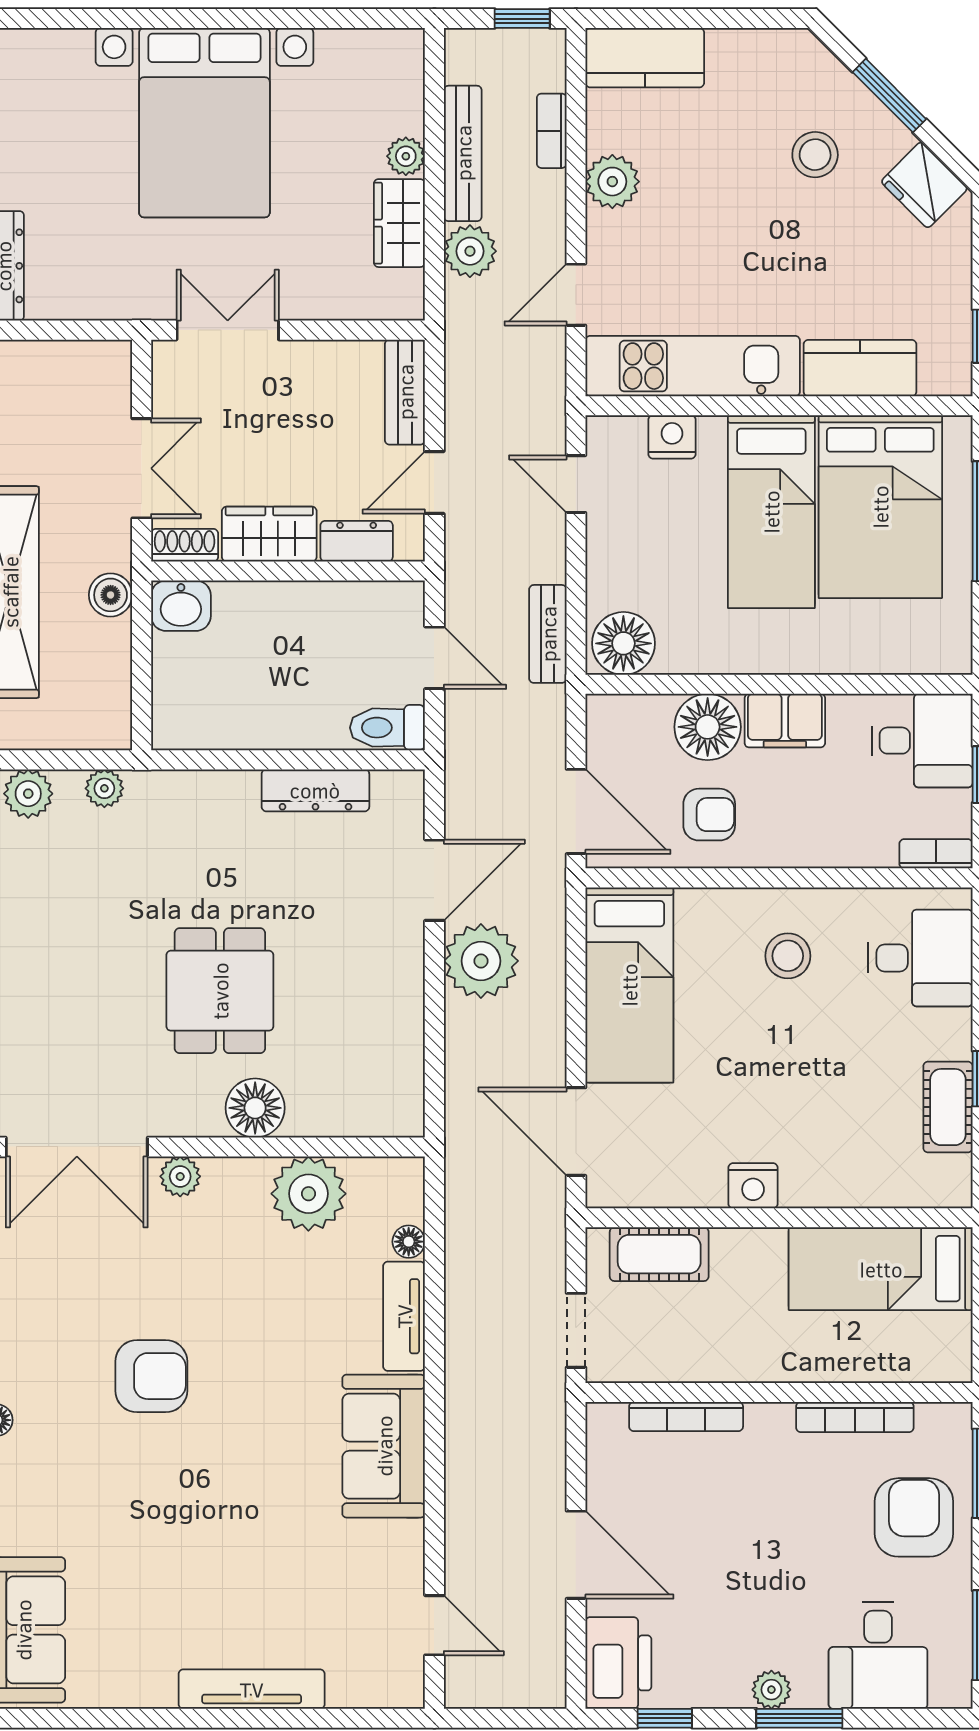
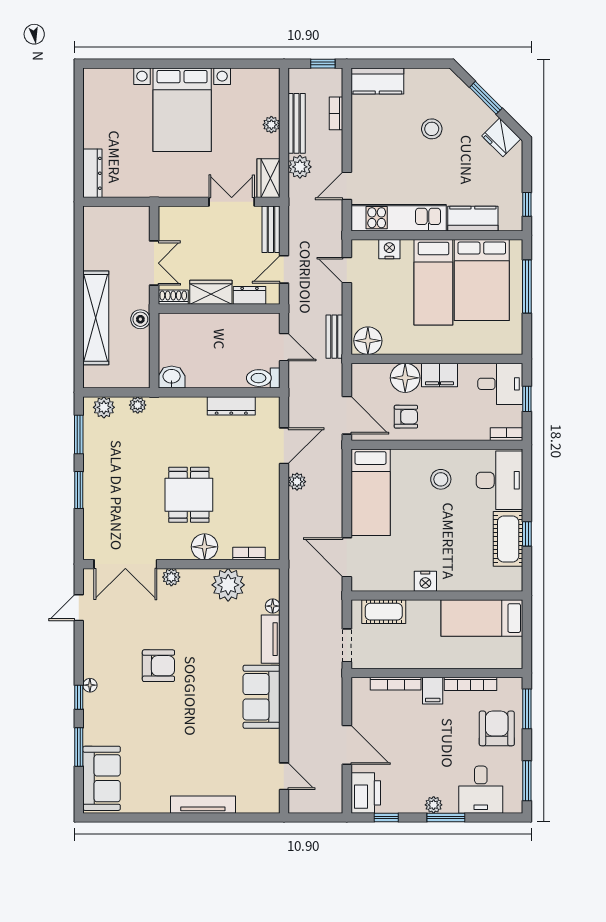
stool: (815, 155) -> (432, 129), moved
plant: (612, 182) -> (363, 136), removed
wardrobe: (399, 223) -> (268, 178), moved
double door: (228, 330) -> (232, 202), moved
washbasin: (181, 606) -> (172, 377), moved, turned 180
desk: (920, 958) -> (500, 480), width x1.37
plant: (481, 961) -> (297, 482), width x0.53, depth x0.53
cot: (948, 1107) -> (508, 539), width x1.37, depth x1.34
bookcase: (355, 1123) -> (249, 553), added
filing cabinet: (770, 1432) -> (433, 691), added

